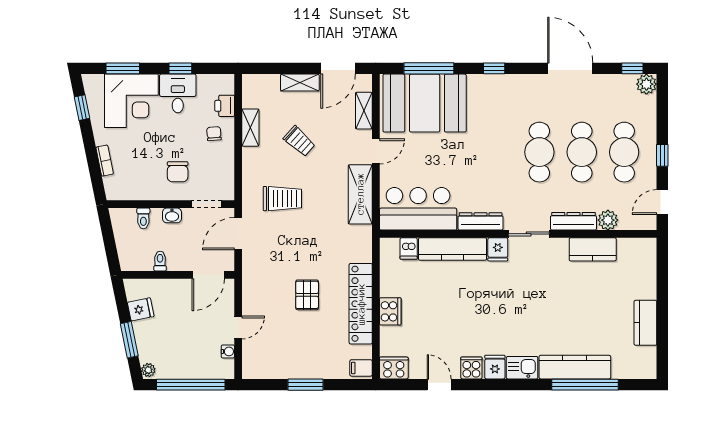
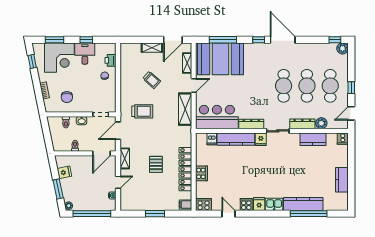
door: (570, 68) -> (283, 40), moved
shelving: (250, 128) -> (125, 158), moved
chair: (178, 172) -> (67, 97), moved
cooker: (647, 248) -> (343, 139), added

